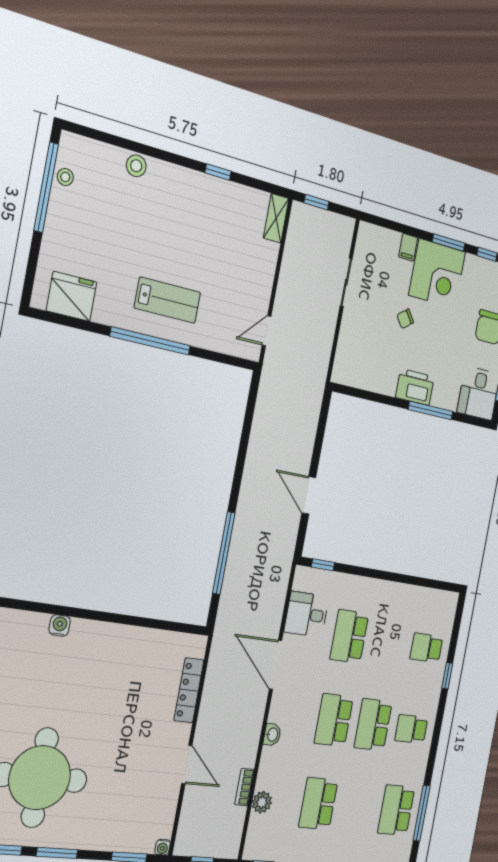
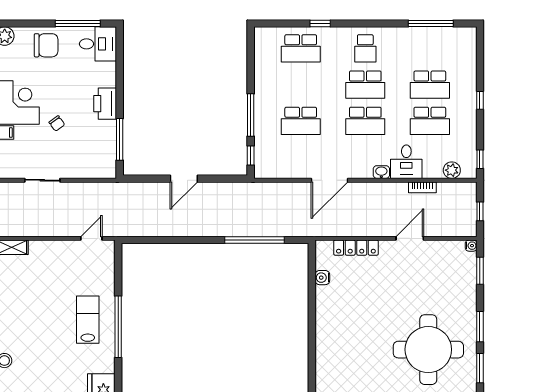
door: (267, 331) -> (91, 238), swing flipped
window: (431, 410) -> (120, 139), moved
door: (309, 495) -> (184, 179), moved
window: (368, 573) -> (251, 115), added
desk: (307, 614) -> (406, 162), moved
water cooler: (60, 625) -> (322, 278), moved
school desk: (426, 648) -> (301, 48), width x1.85
plant: (262, 802) -> (452, 170), moved
school desk: (396, 810) -> (430, 85), moved

